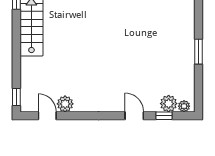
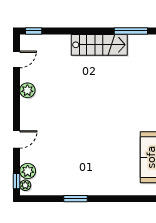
plant: (65, 104) -> (27, 90), moved
window: (164, 116) -> (16, 181), moved

